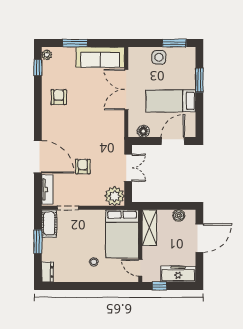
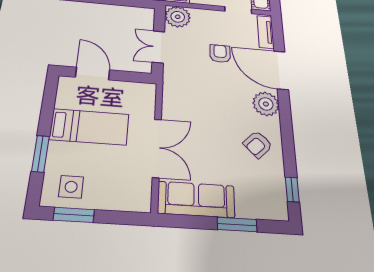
plant: (47, 55) -> (266, 104), moved, width x1.87, depth x1.87
side table: (159, 57) -> (71, 187), moved
armchair: (59, 97) -> (258, 144), turned 46
floor lamp: (143, 131) -> (134, 89), removed
door: (173, 141) -> (93, 74), swing flipped
armchair: (83, 166) -> (220, 54), turned 180

